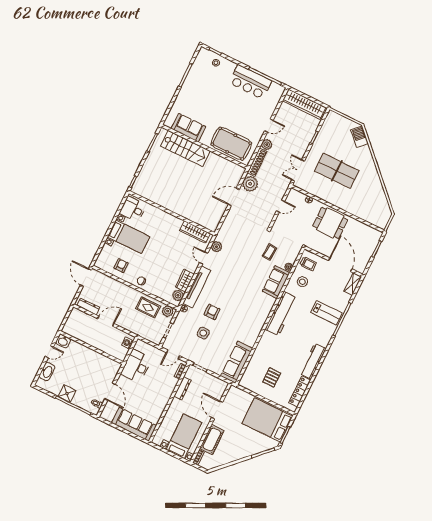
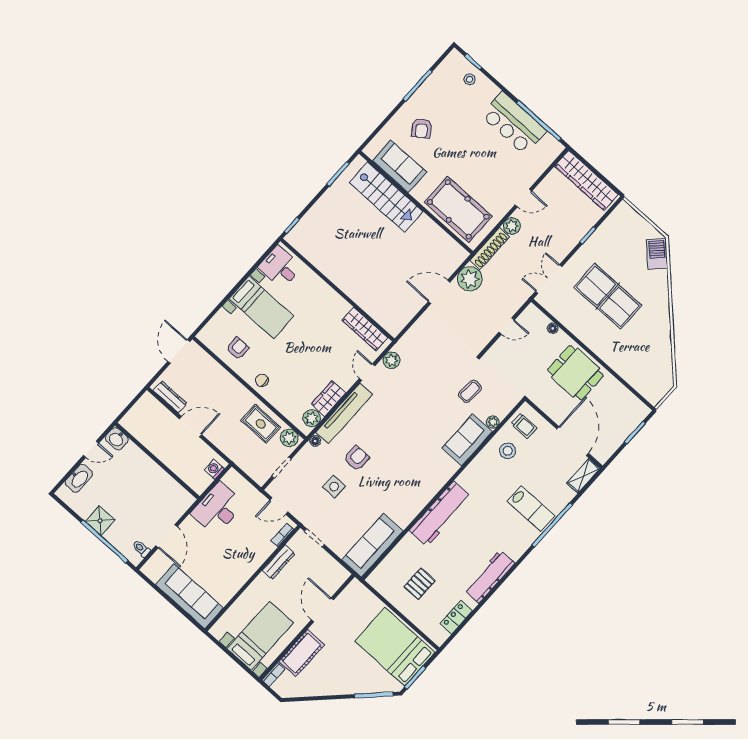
armchair: (195, 101) -> (422, 128), added
workbench: (281, 314) -> (440, 514), moved
locker: (300, 391) -> (456, 617), width x0.66

